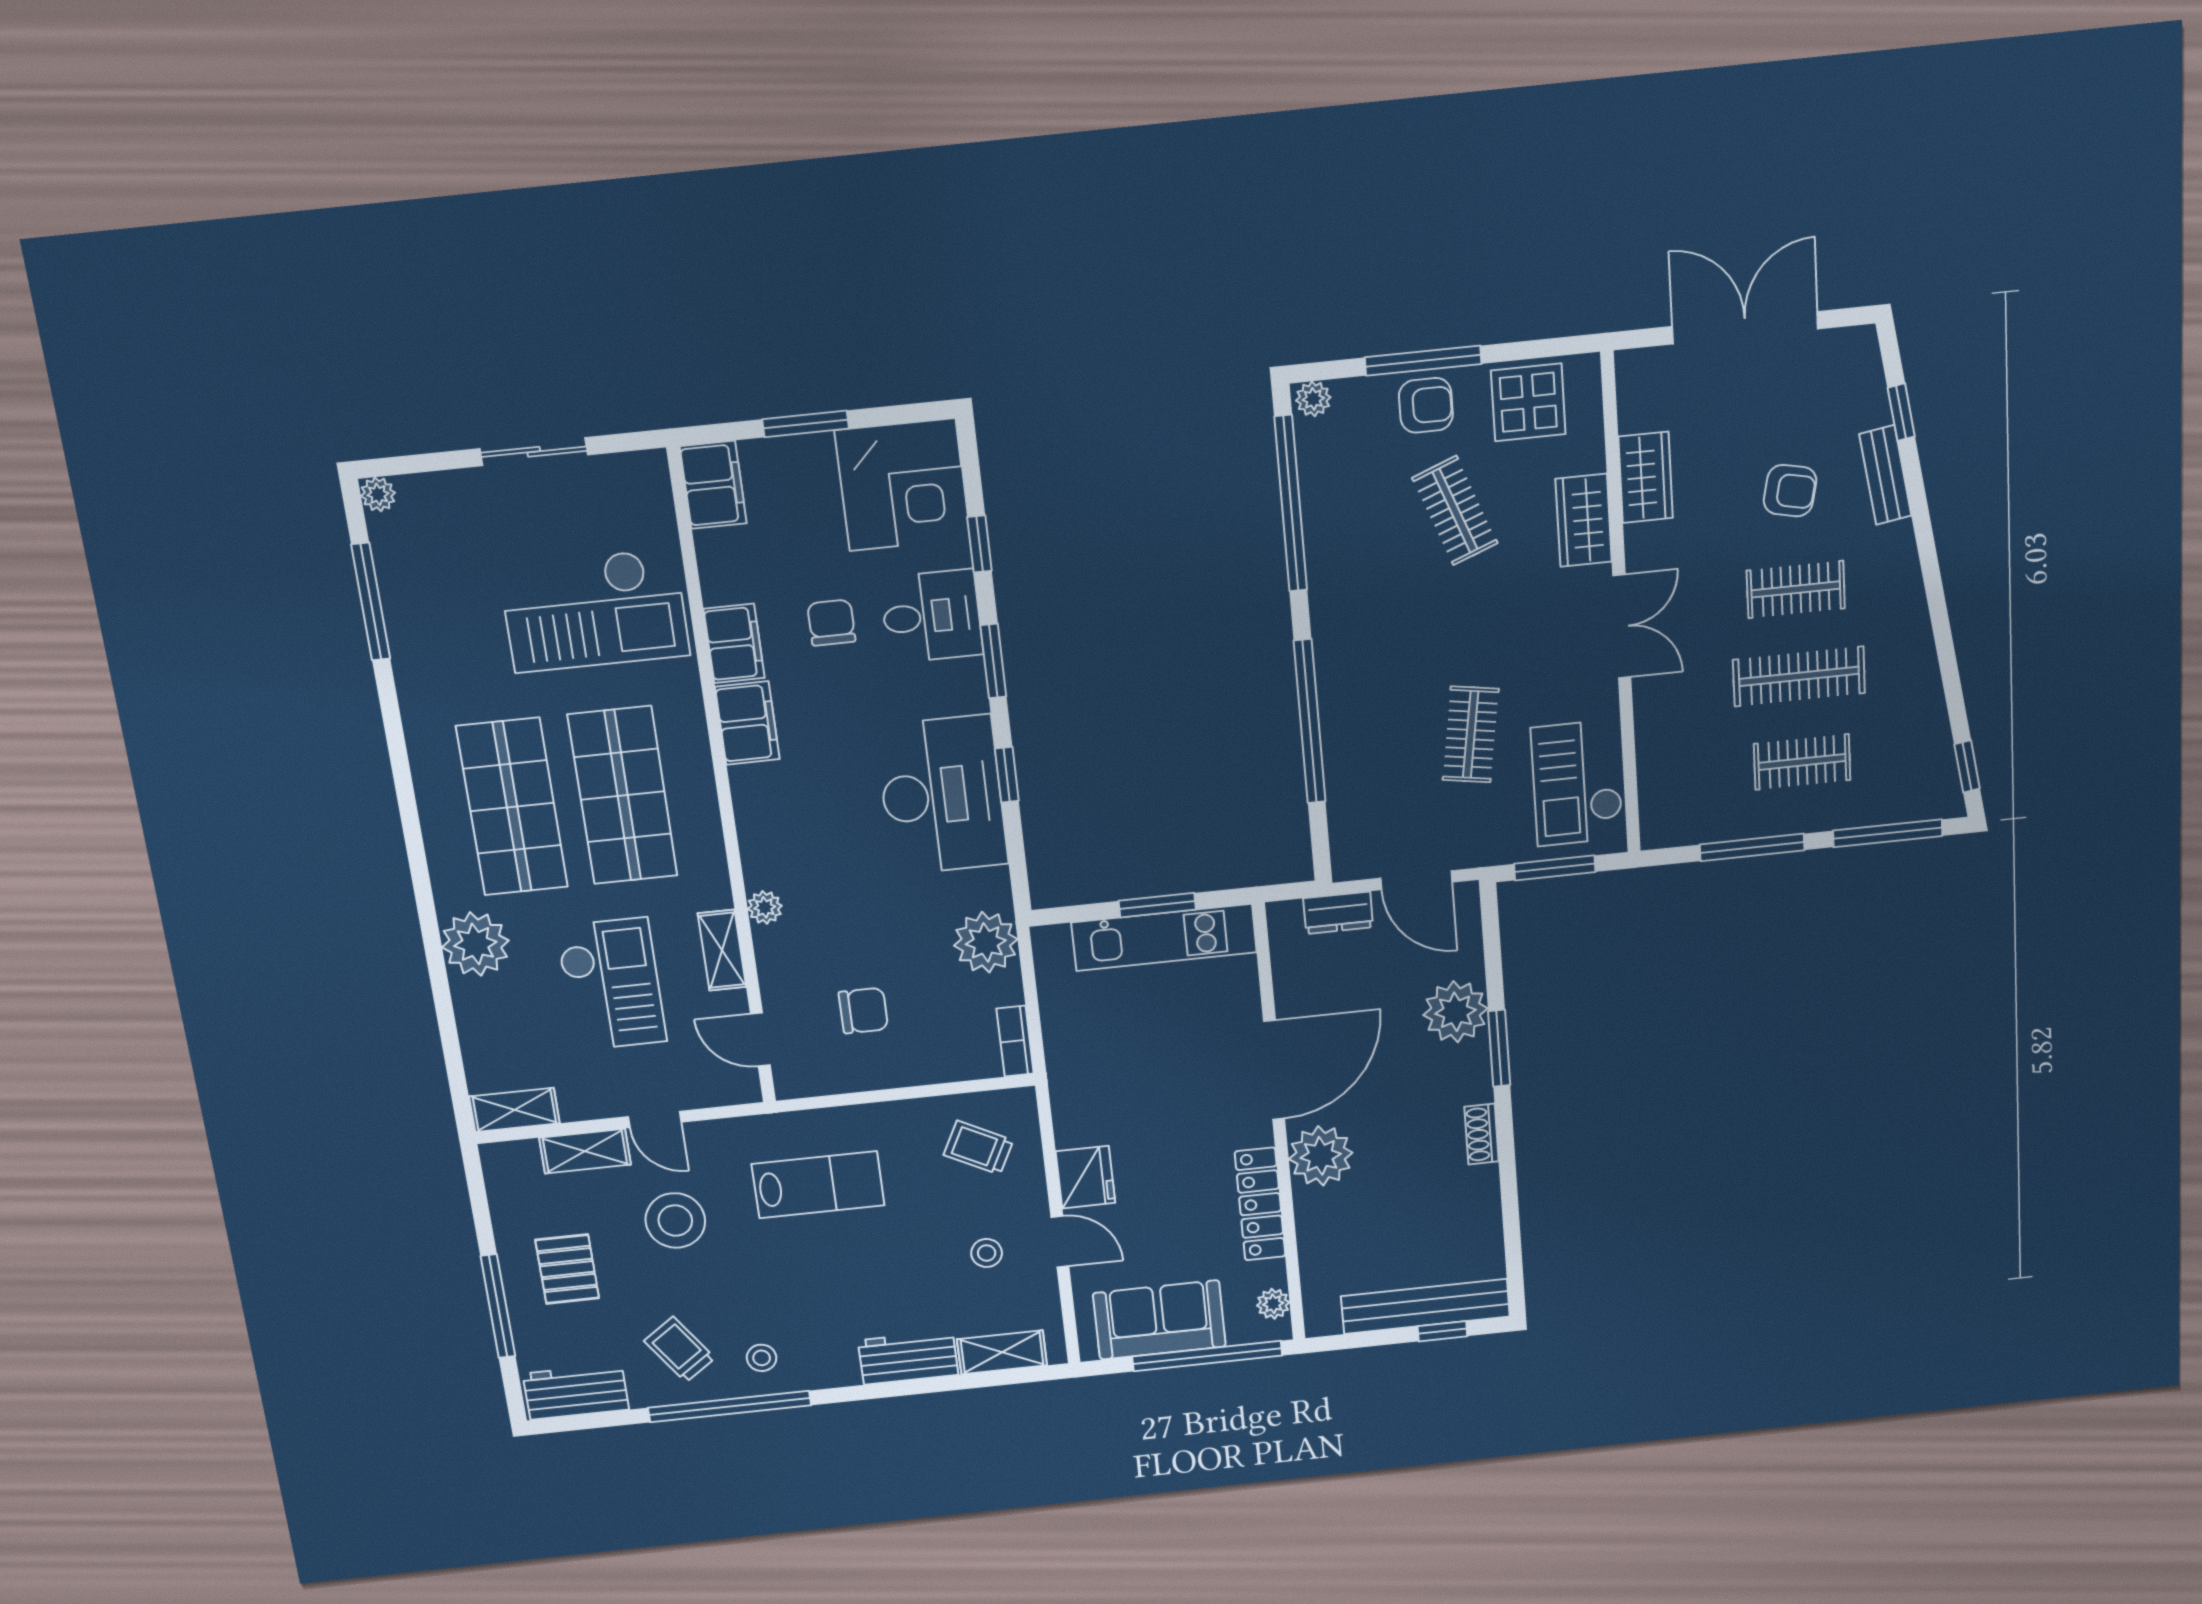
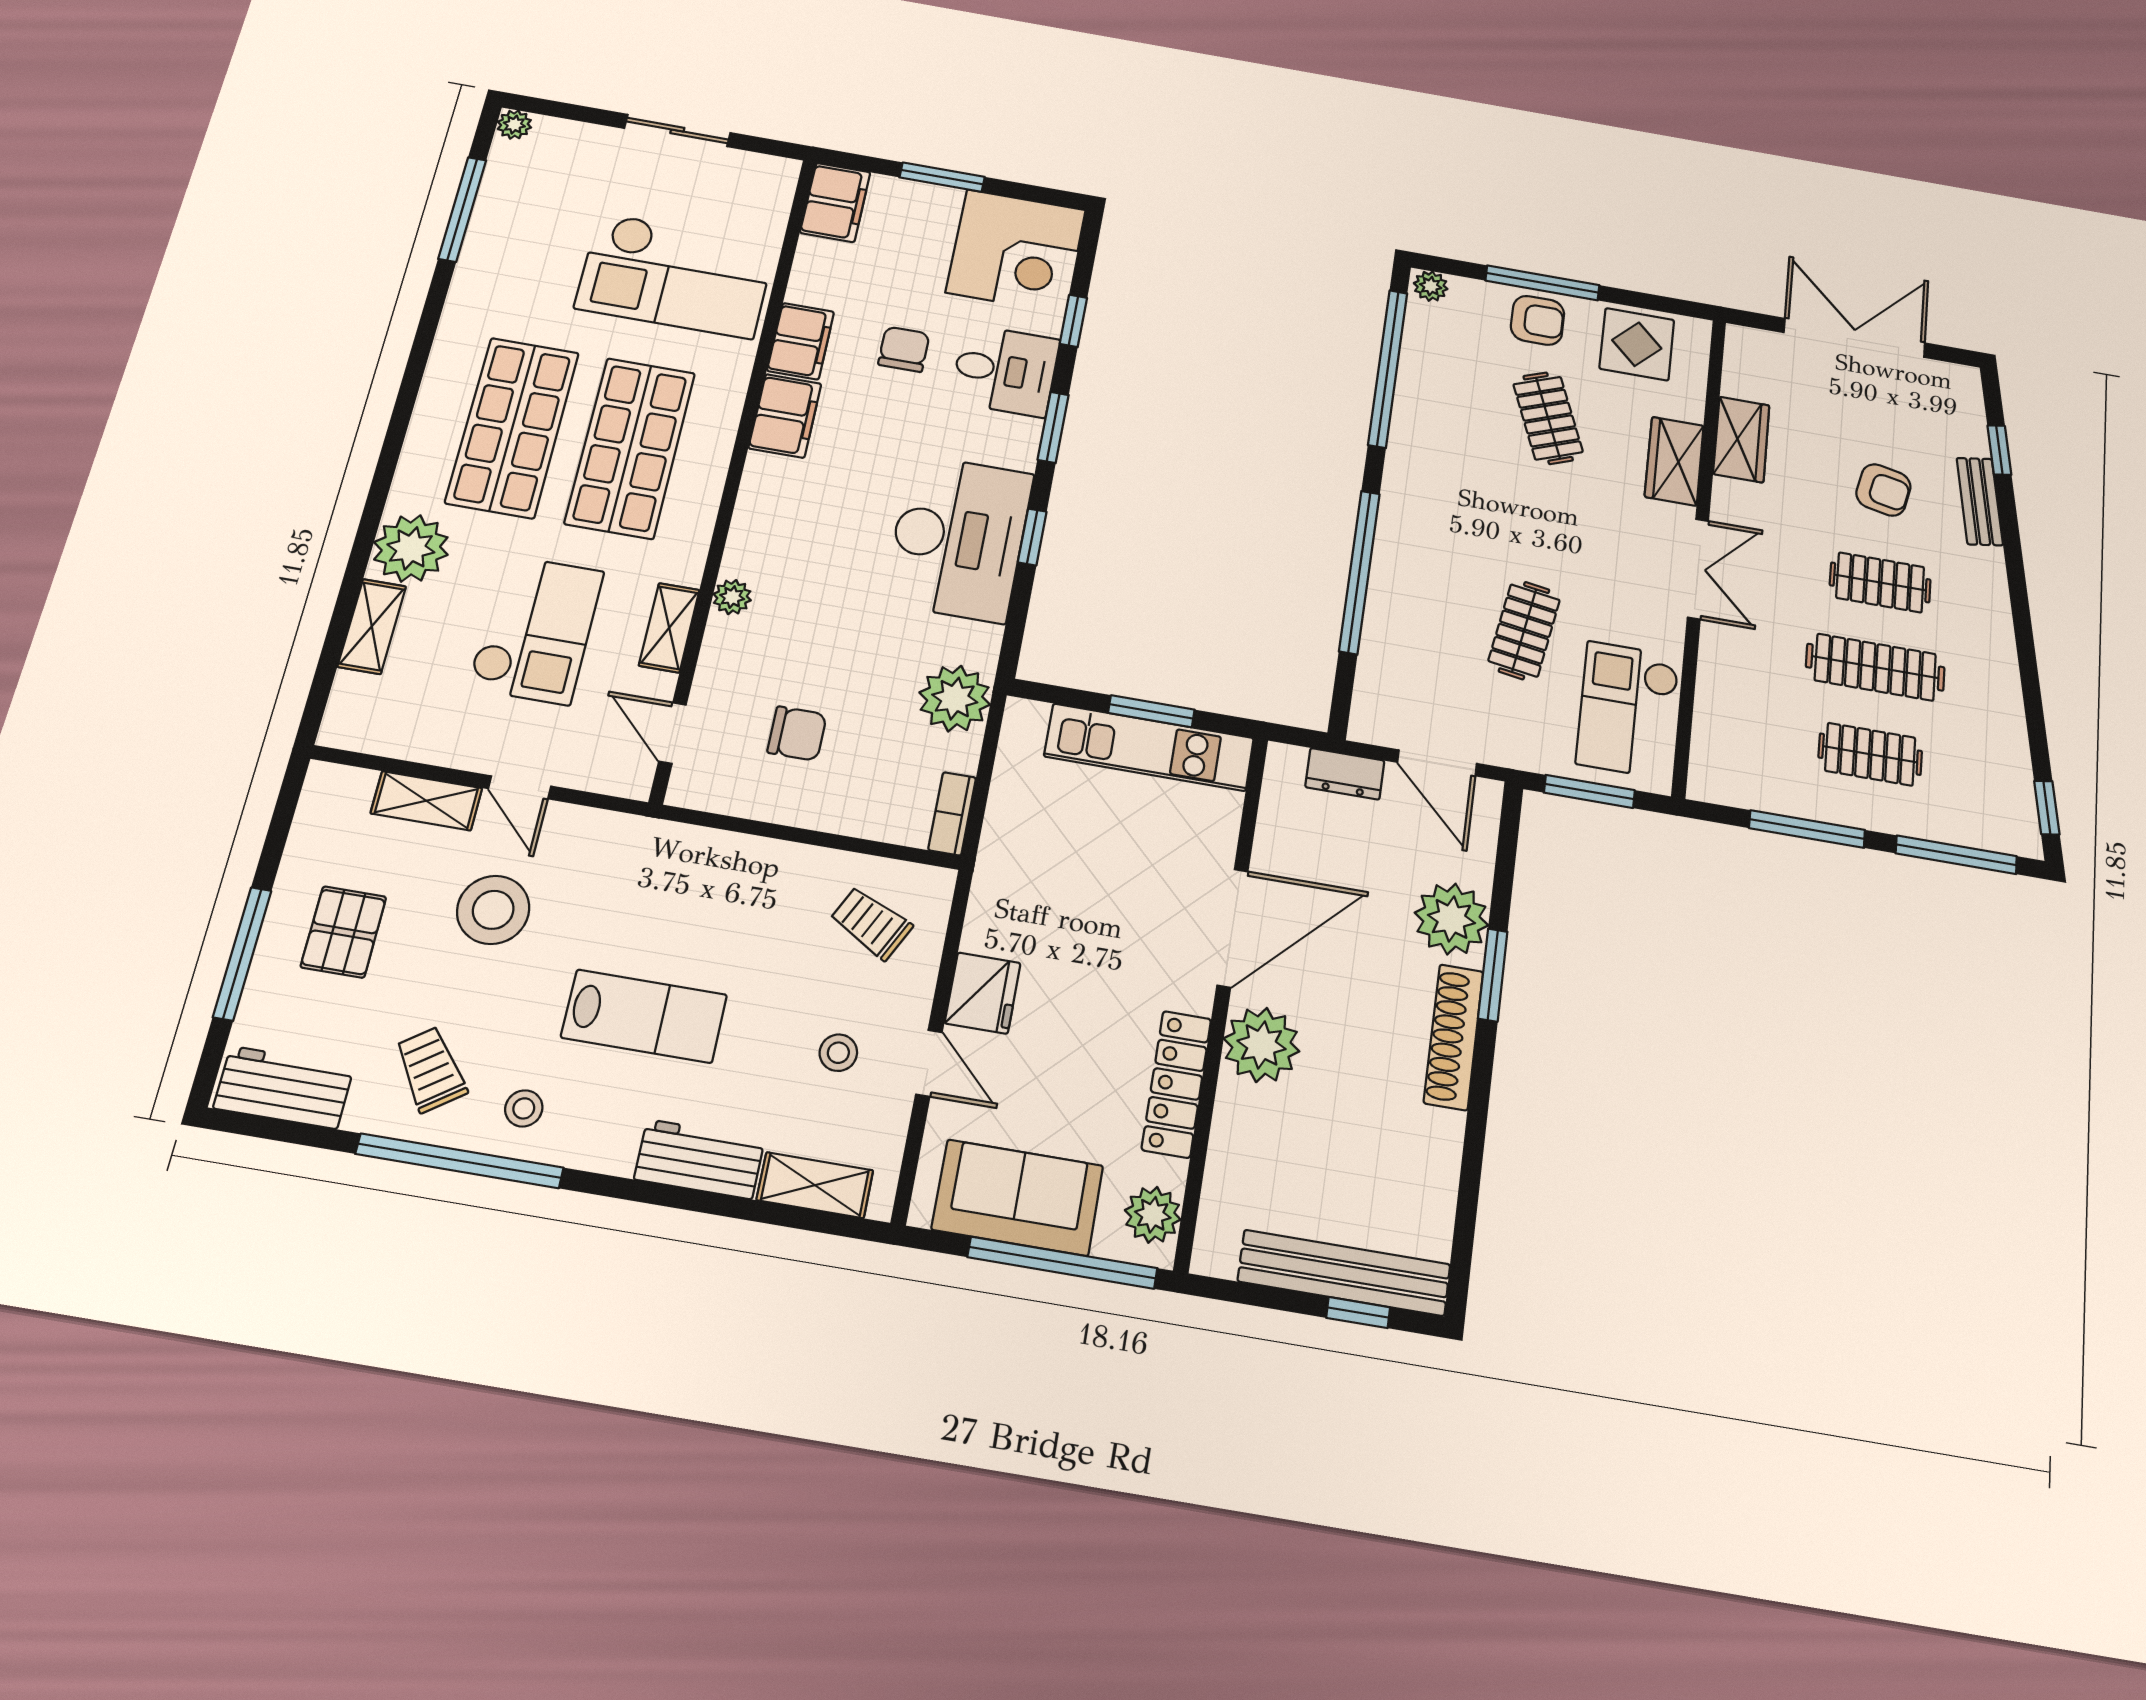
shelving: (514, 1110) -> (372, 626), moved, turned 90
shoe rack: (1482, 1134) -> (1454, 1037), width x1.94, depth x1.24
lab bench: (818, 1185) -> (644, 1016), moved
plant: (1273, 1304) -> (1153, 1215), width x1.38, depth x1.38

